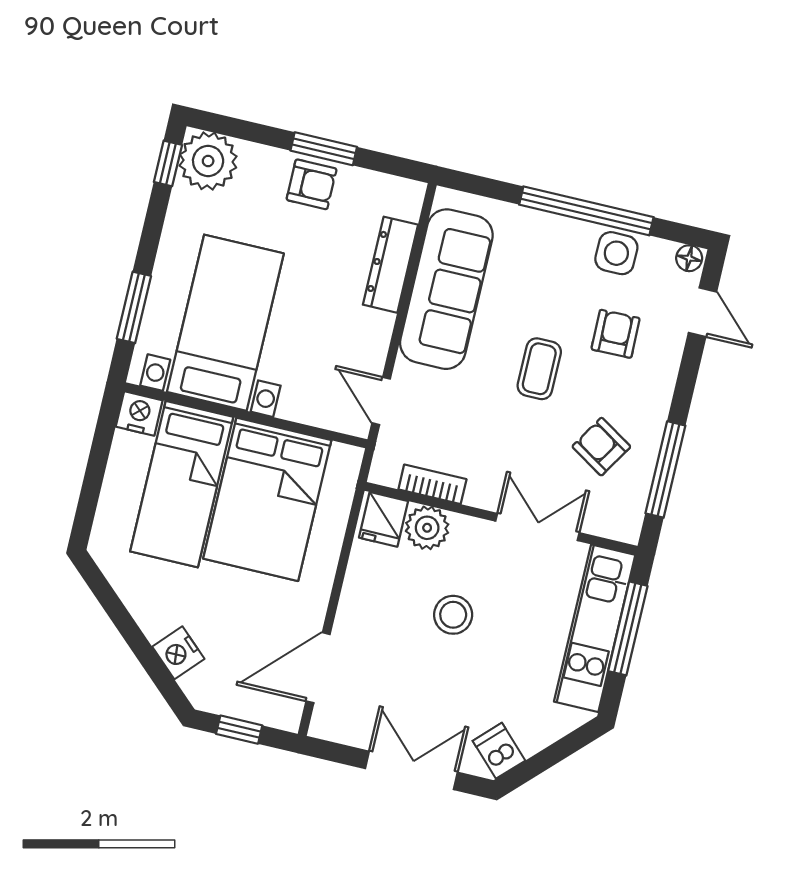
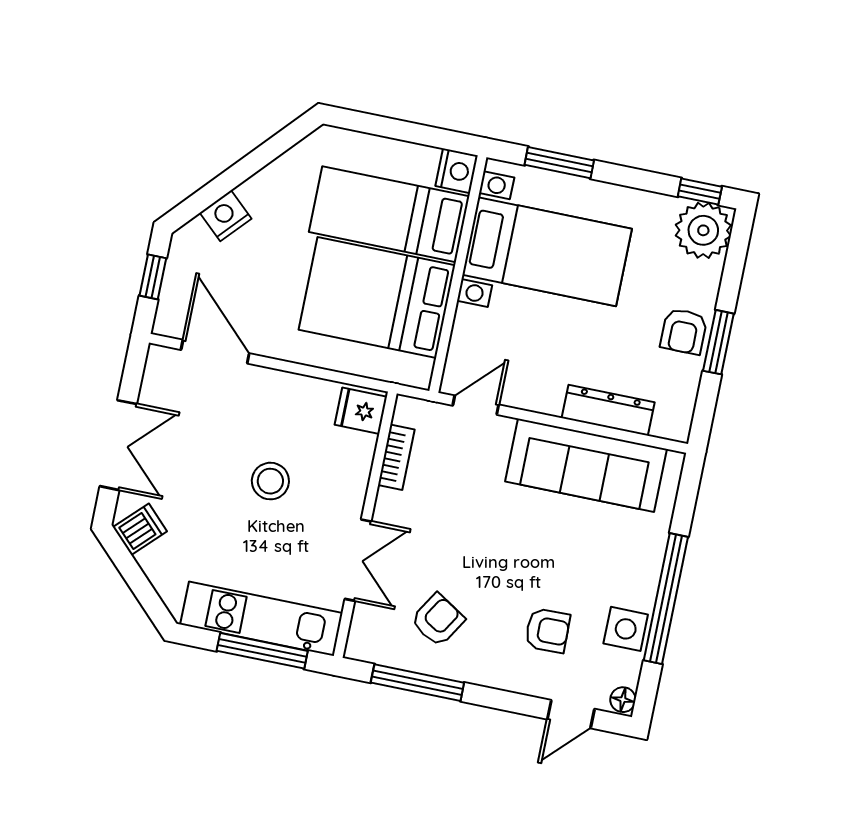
coffee table: (539, 369) -> (511, 557), removed
plant: (427, 528) -> (354, 453), removed

